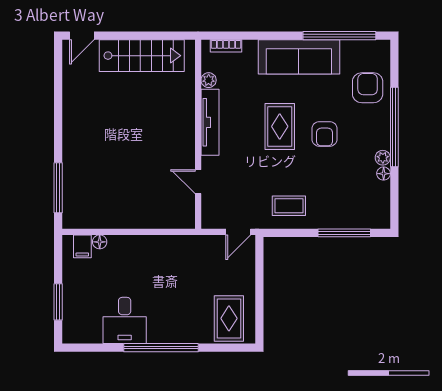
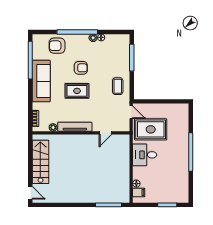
rug: (229, 318) -> (151, 129), moved, width x1.36, depth x1.43
desk: (125, 320) -> (145, 155), moved, turned 180

